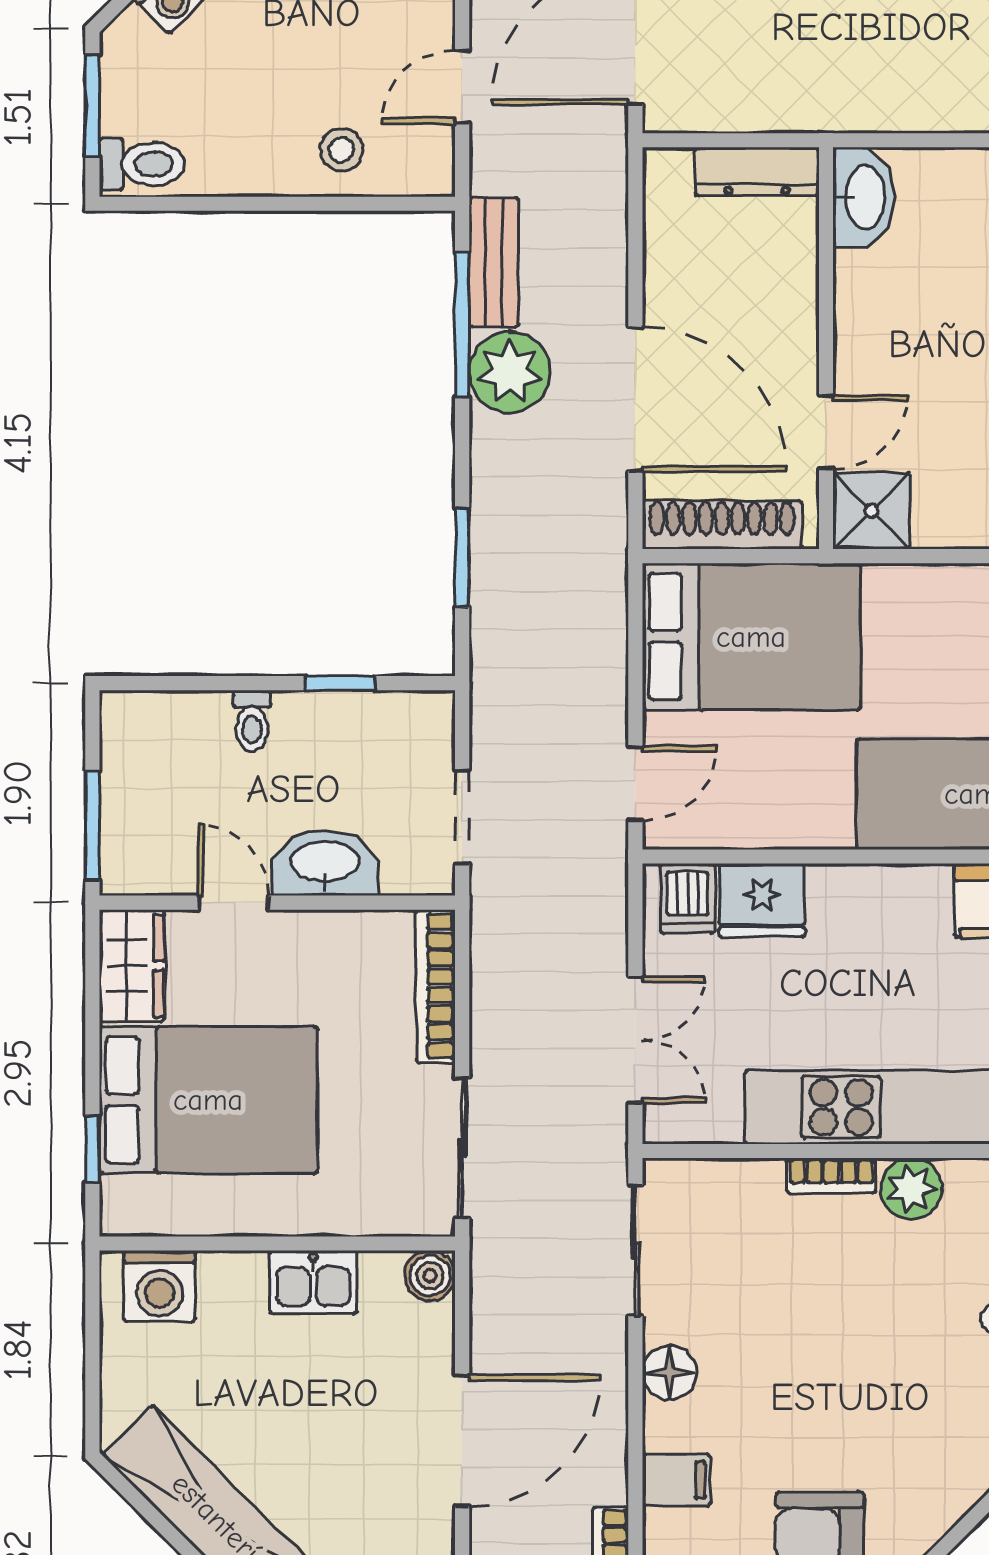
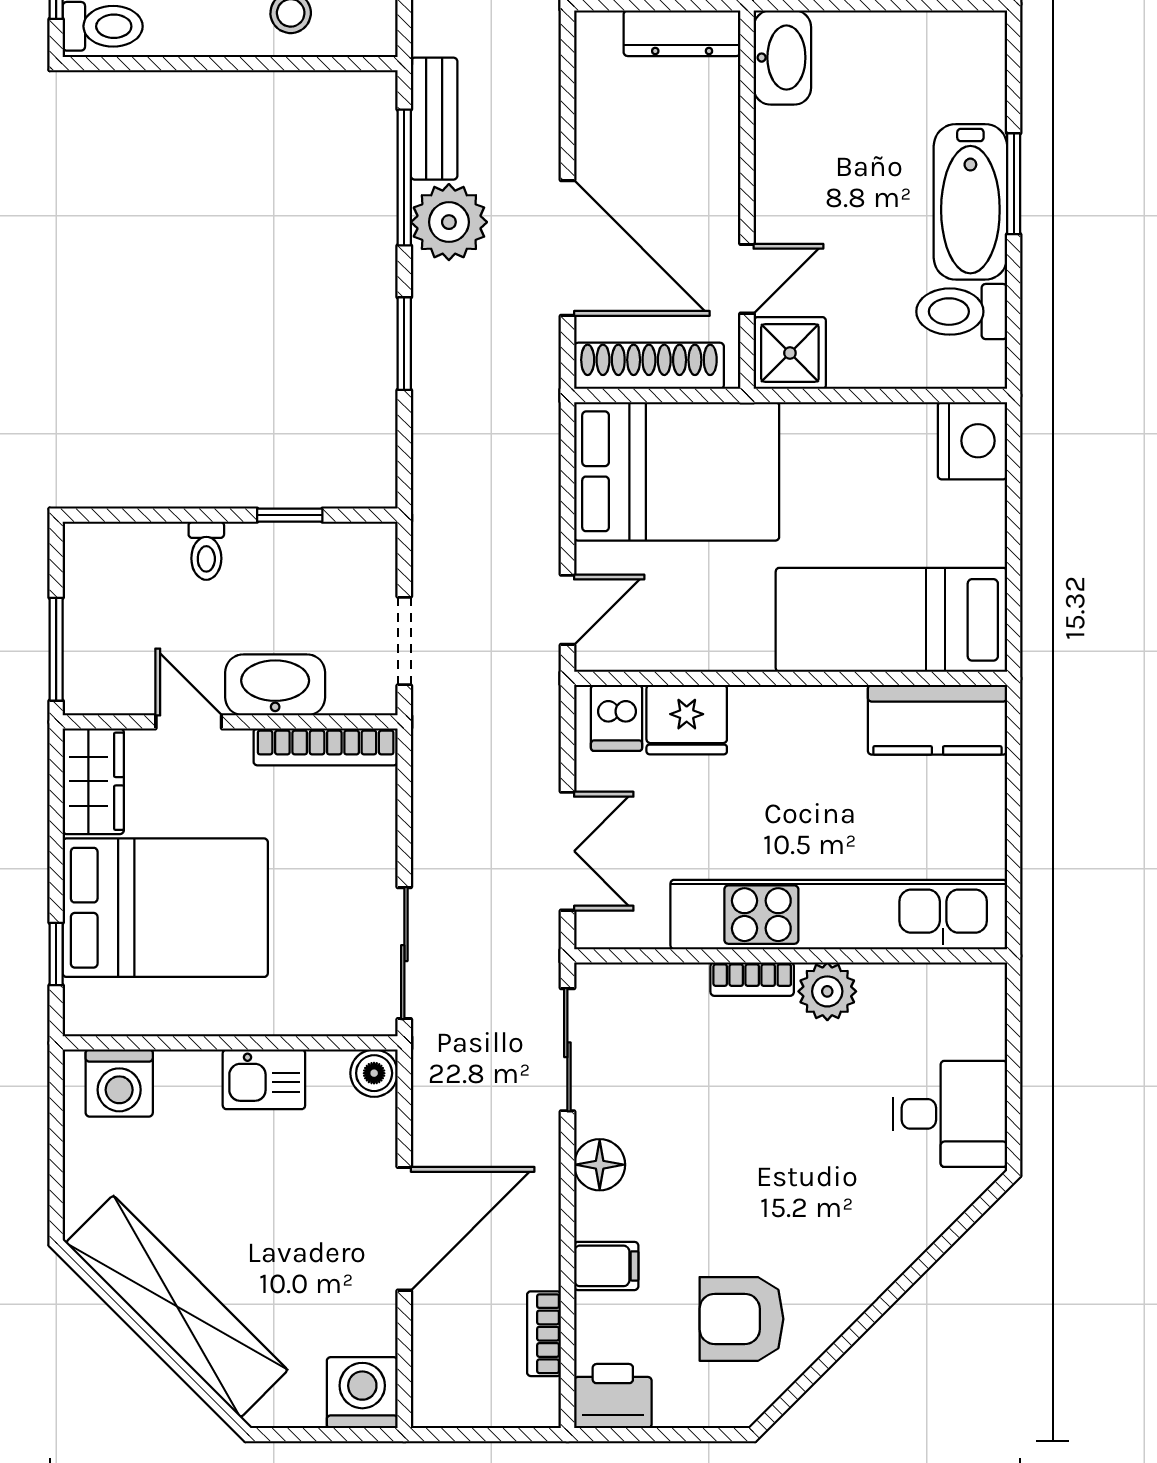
window: (462, 558) -> (404, 344), moved
bookcase: (436, 986) -> (326, 747), moved, turned -90

